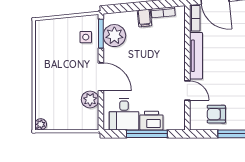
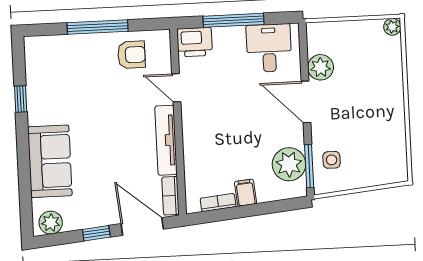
printer: (151, 121) -> (195, 42), moved

